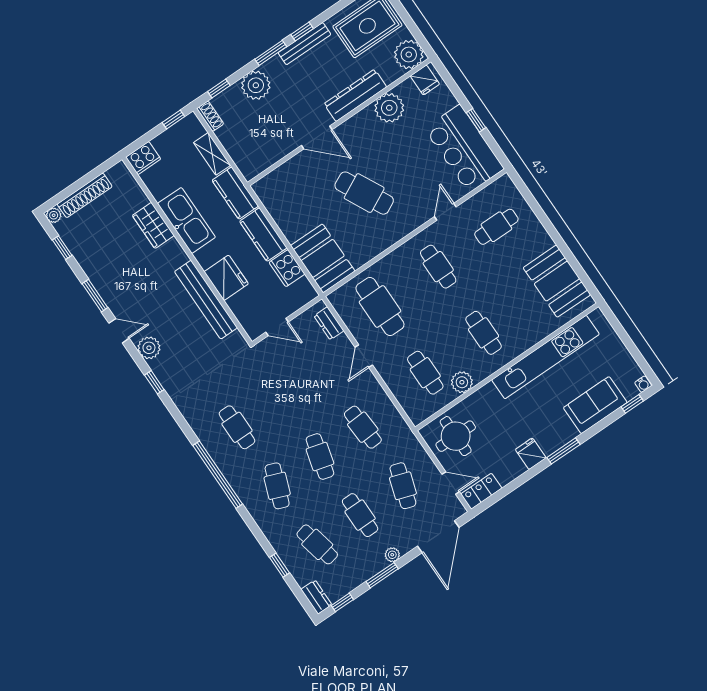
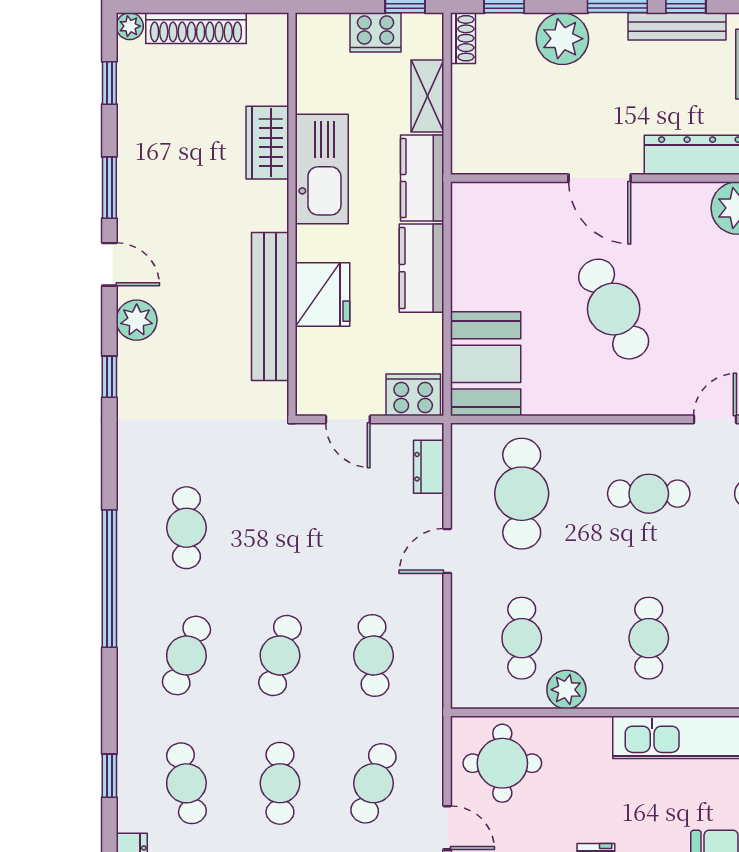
cooker: (143, 158) -> (376, 32), moved
cafe table: (438, 267) -> (649, 494), turned 90
cooker: (287, 268) -> (413, 395), moved, turned 90

